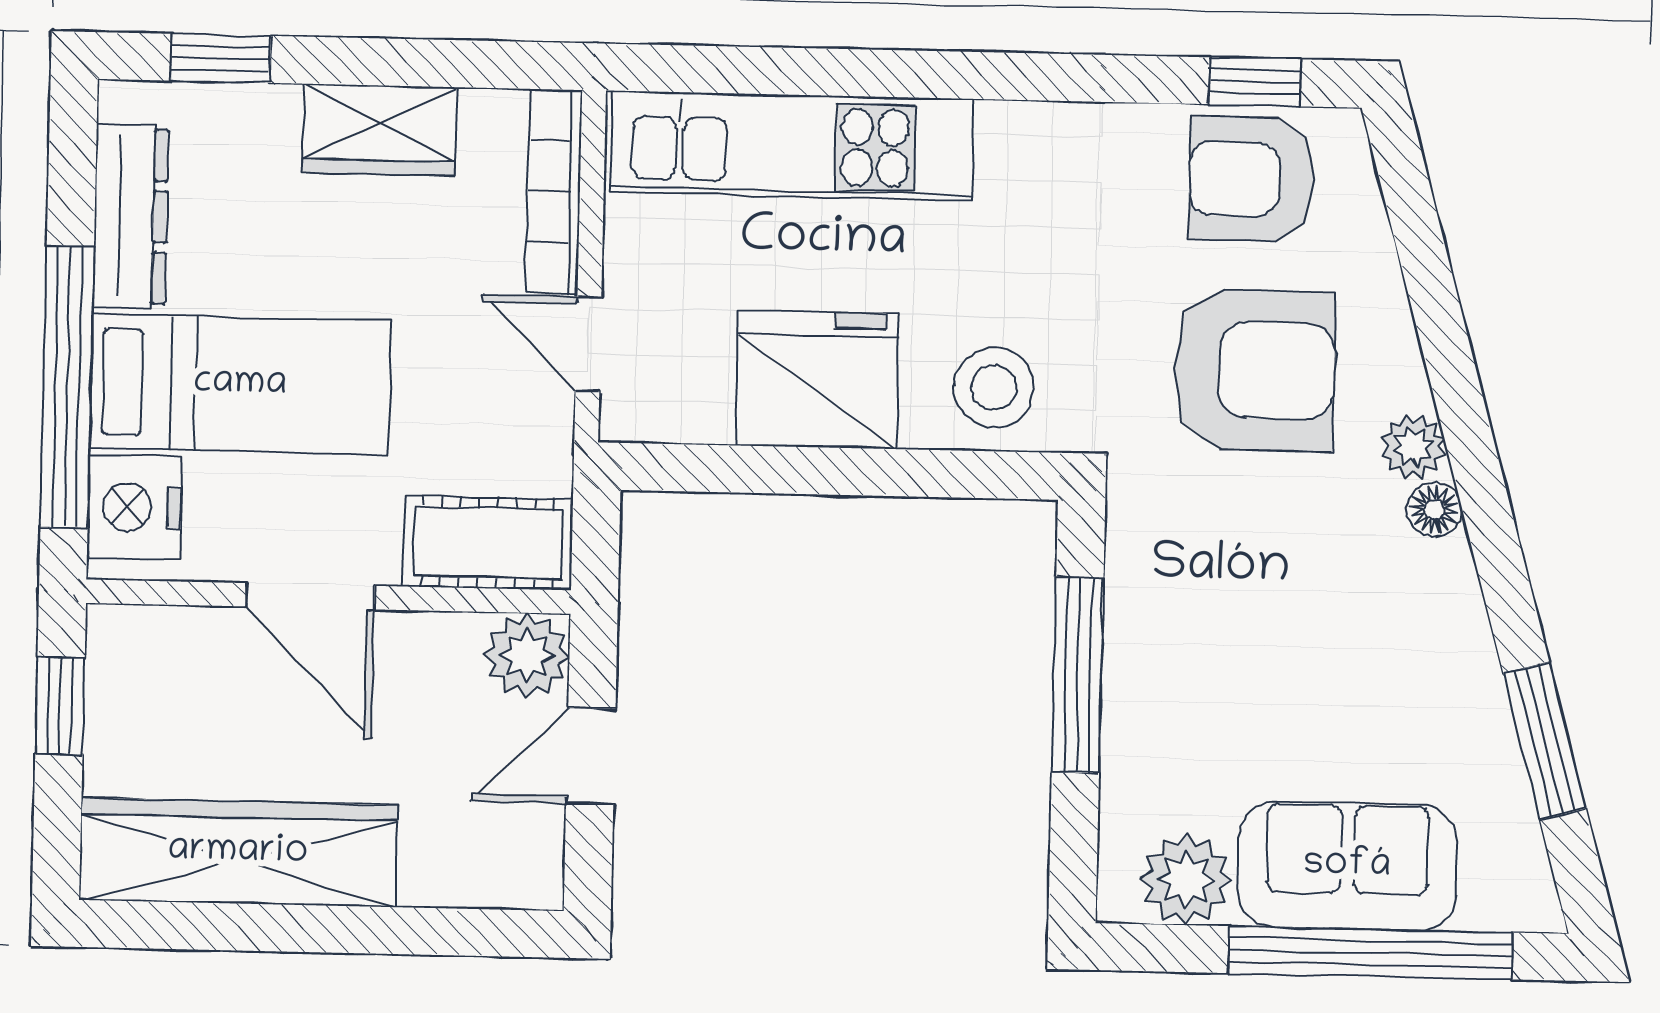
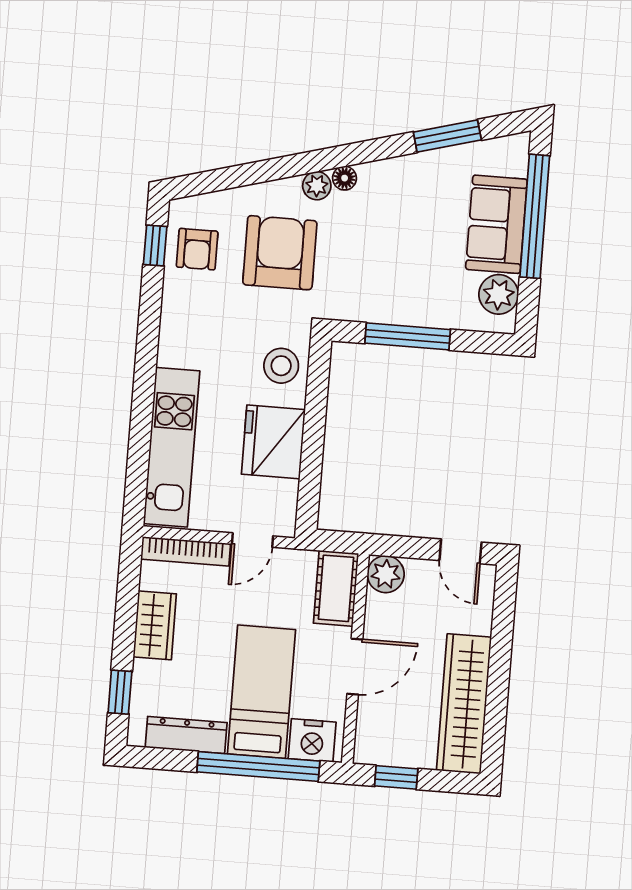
armchair: (1252, 179) -> (197, 249), width x0.72, depth x0.72
door: (591, 756) -> (460, 551), moved

